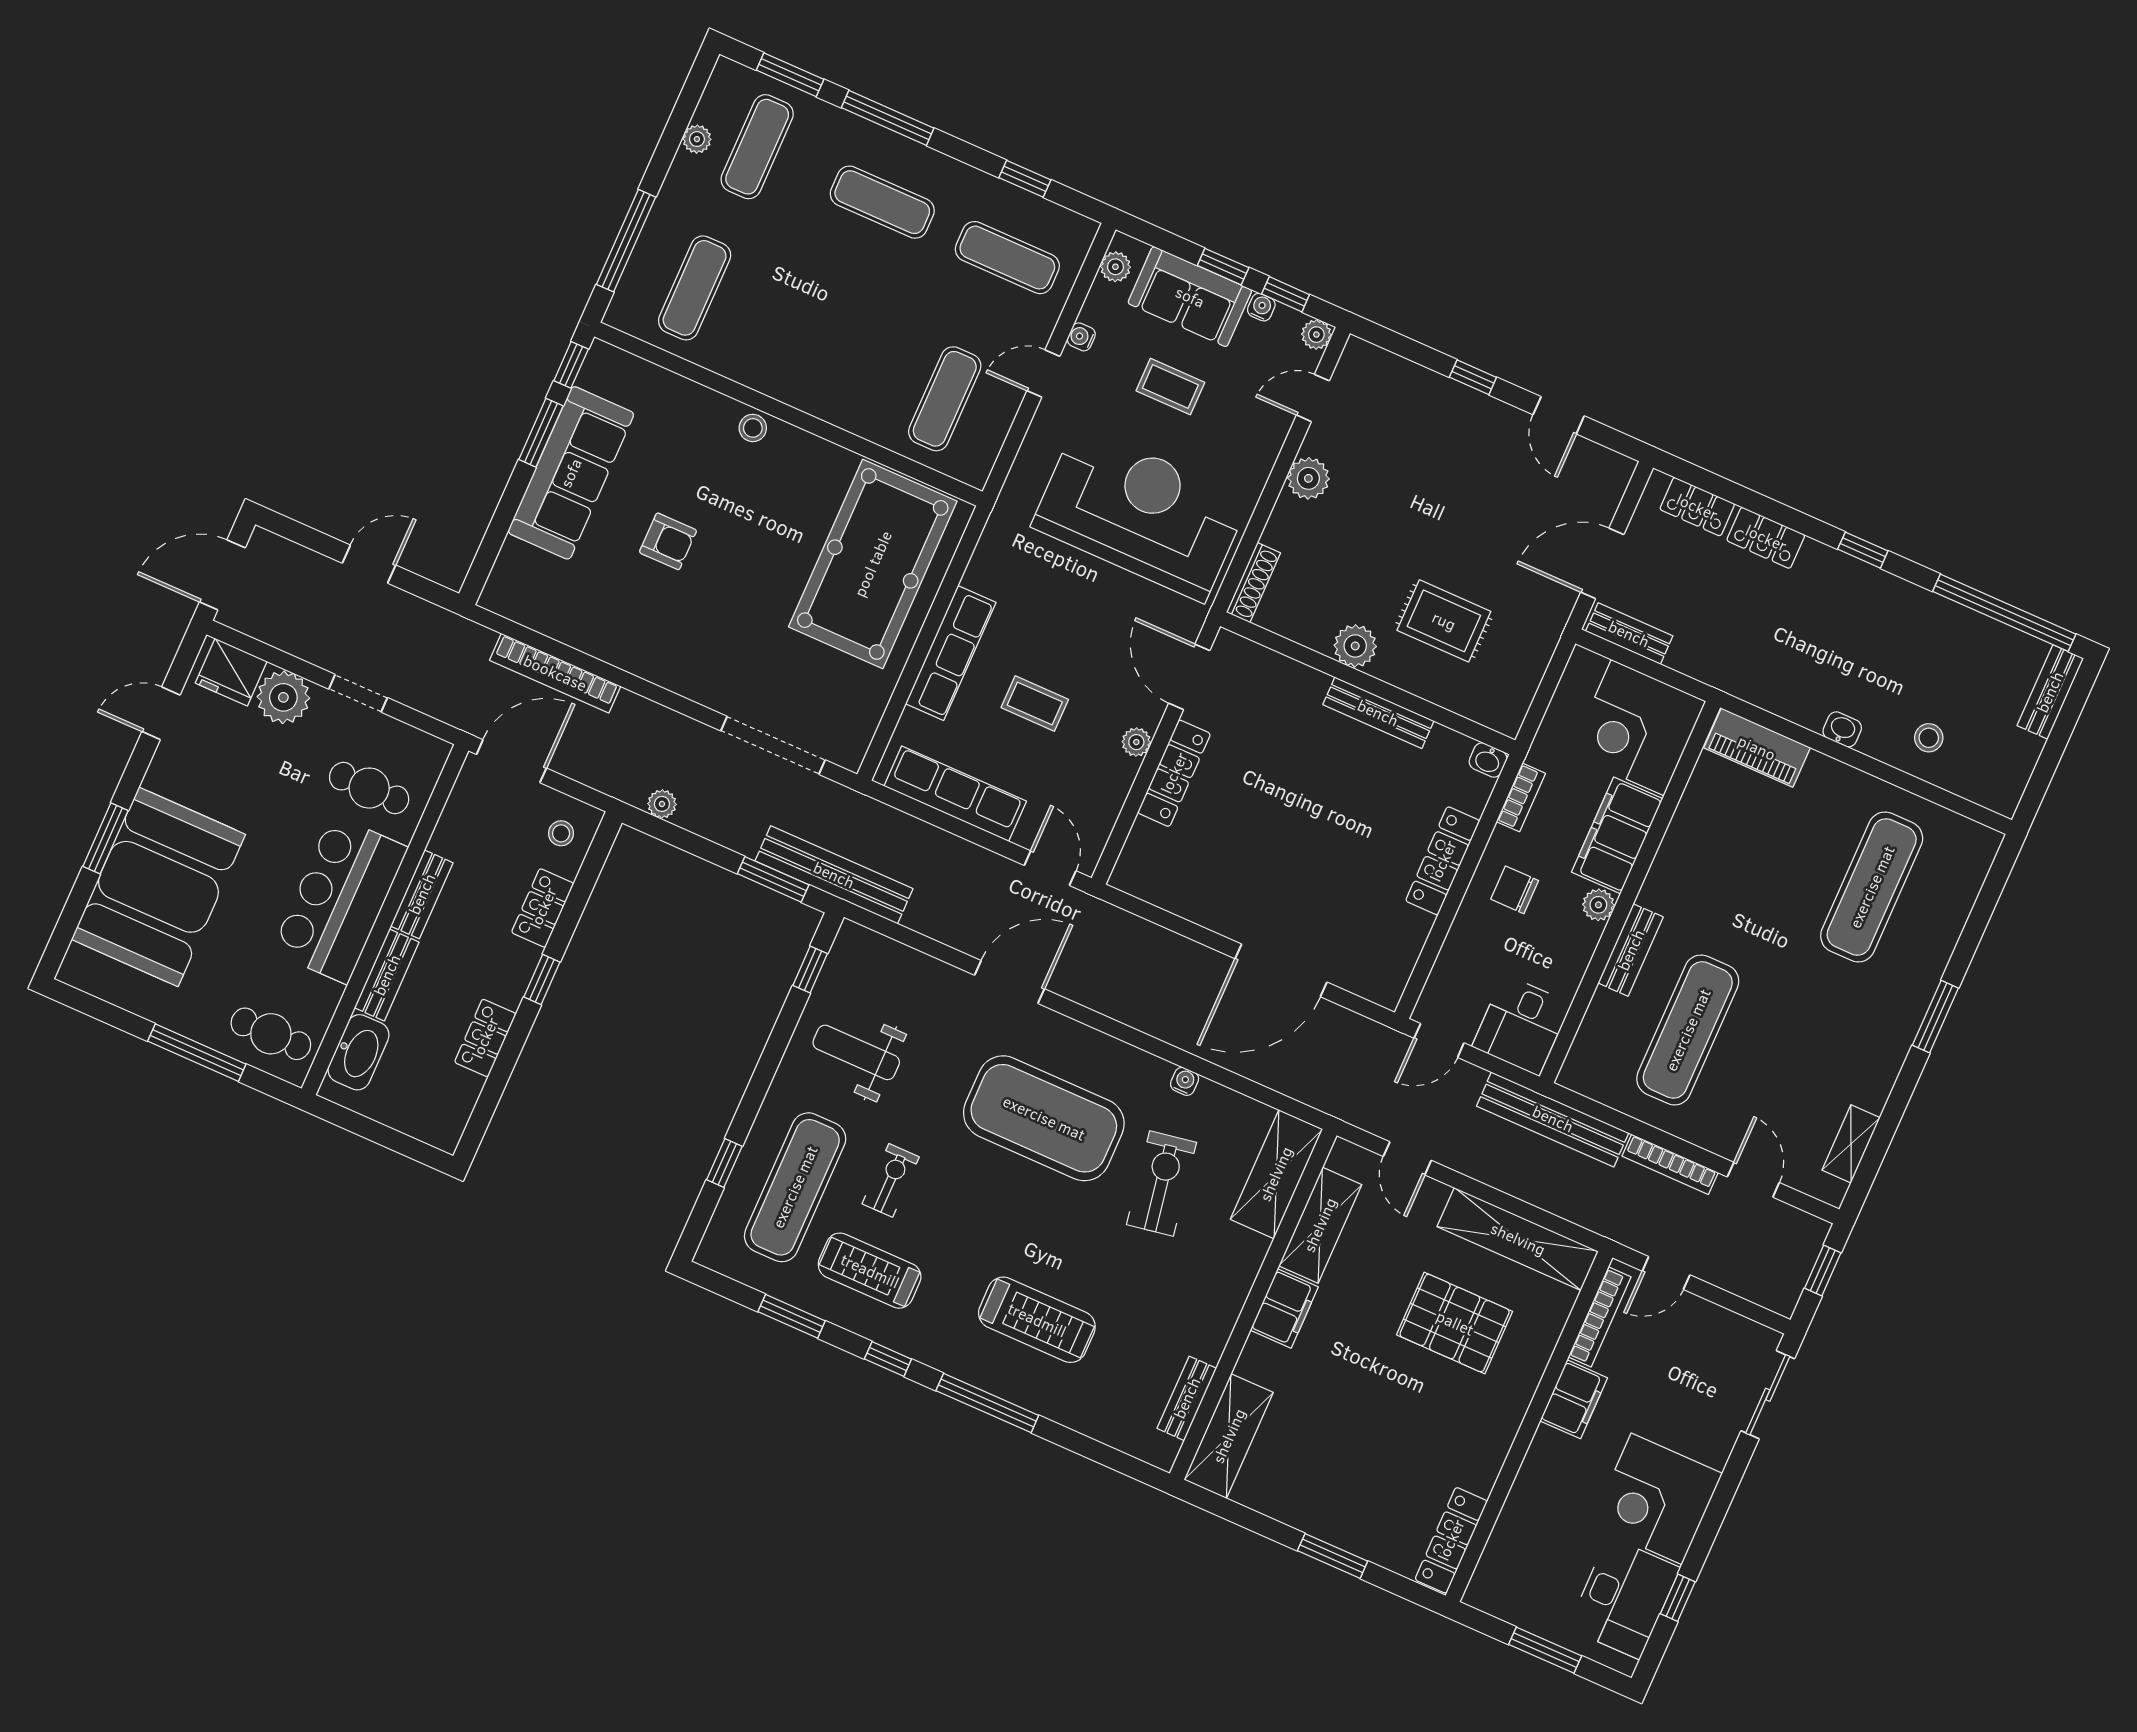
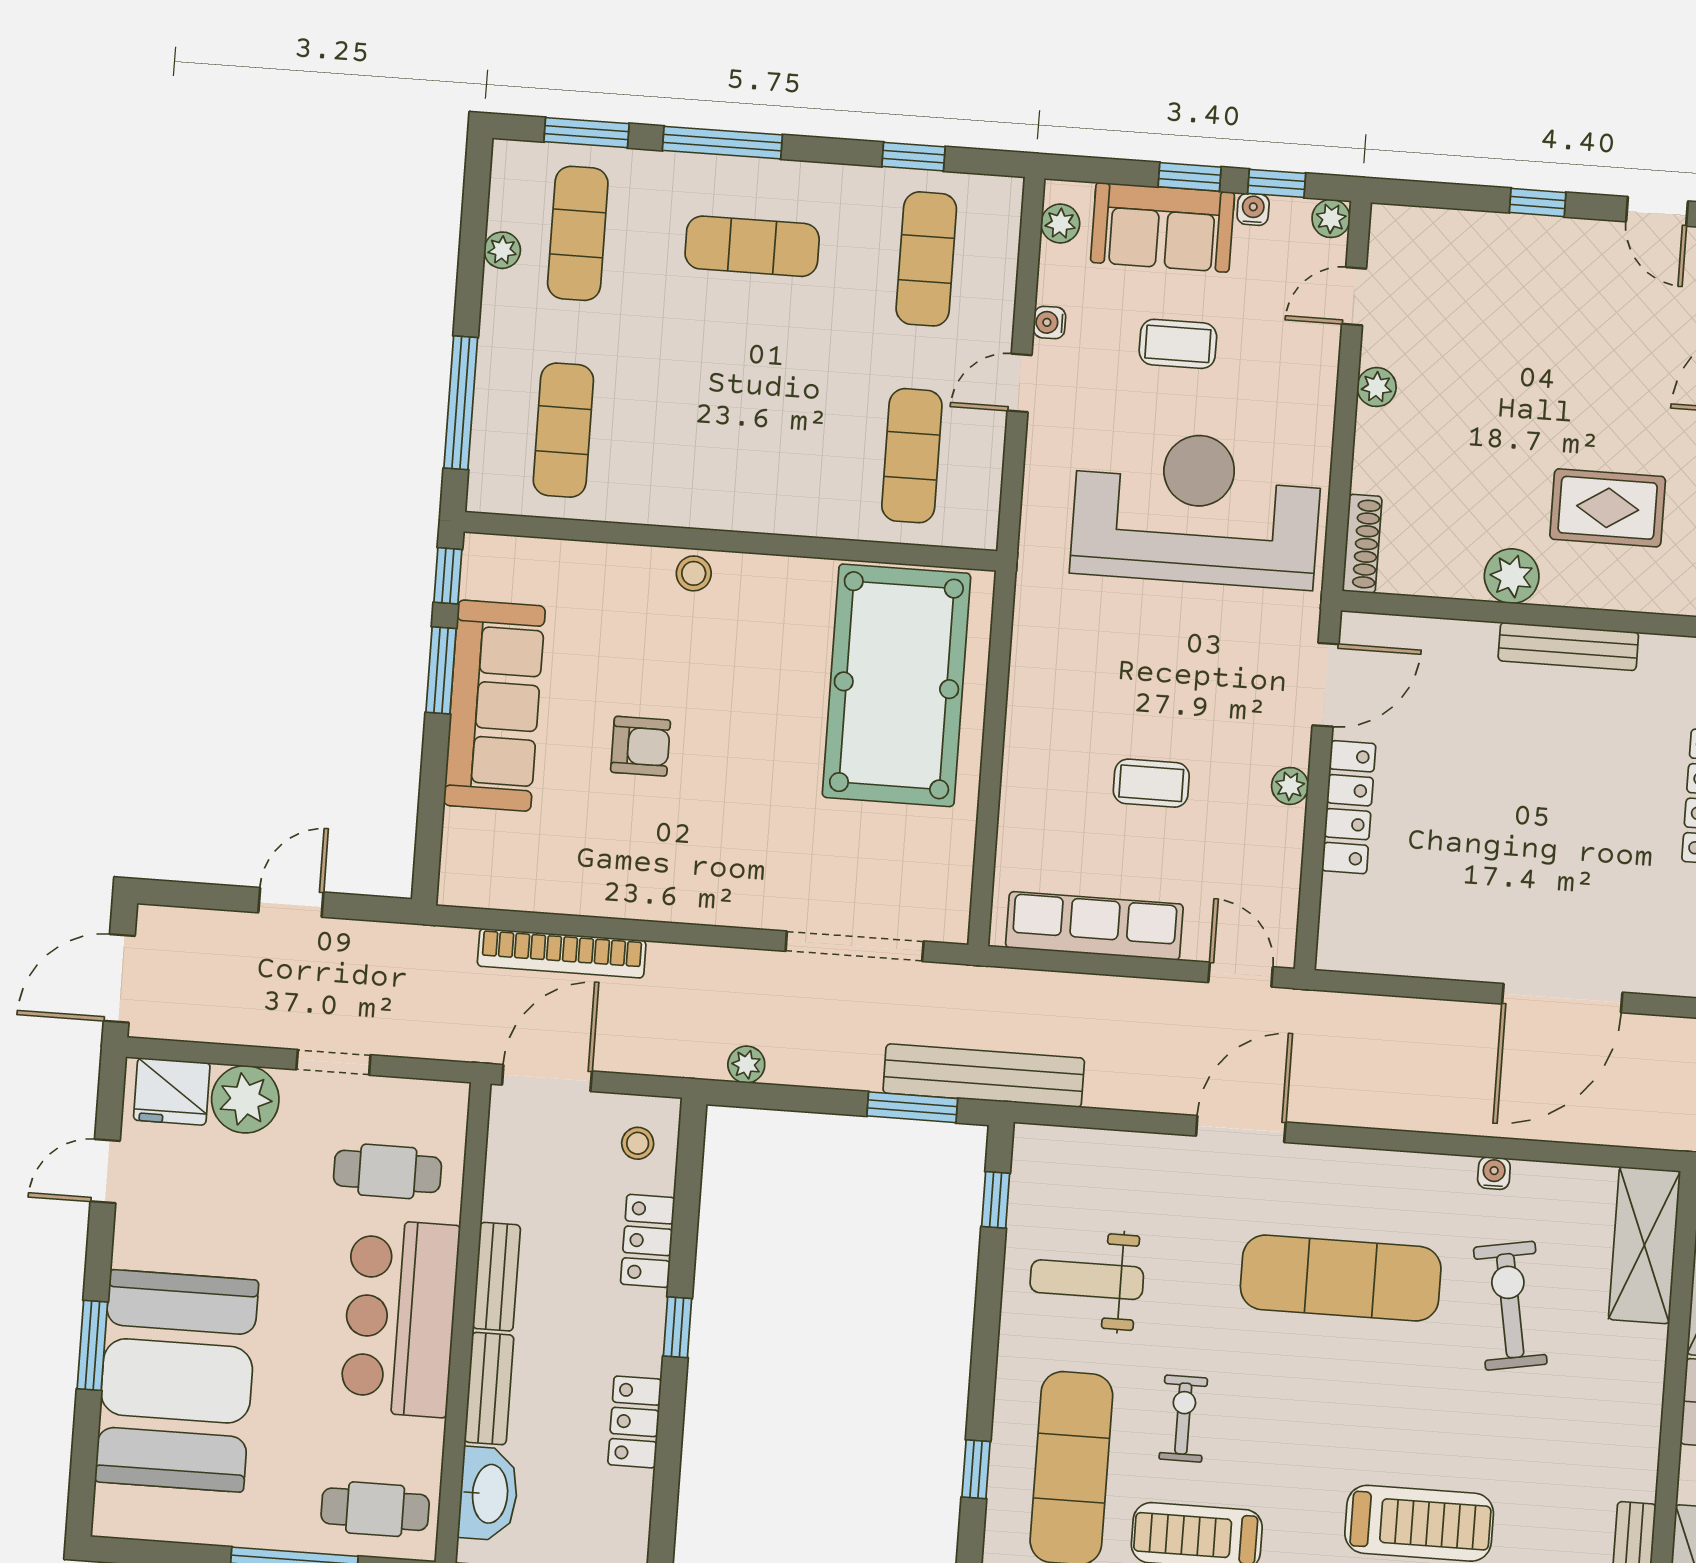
exercise mat: (1007, 258) -> (926, 259), turned 90
plant: (1308, 478) -> (1377, 387), width x0.73, depth x0.73
row of seats: (951, 653) -> (1028, 759), removed
door: (1189, 677) -> (1326, 685), swing flipped
exercise mat: (1044, 1118) -> (1341, 1278), width x0.68

